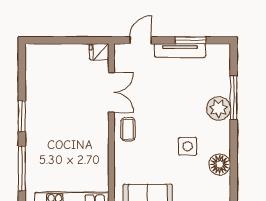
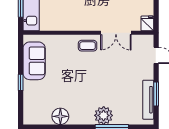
tv unit: (180, 50) -> (148, 100), moved
side table: (188, 146) -> (74, 92), removed

